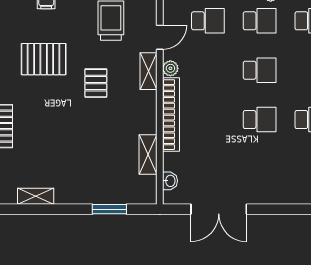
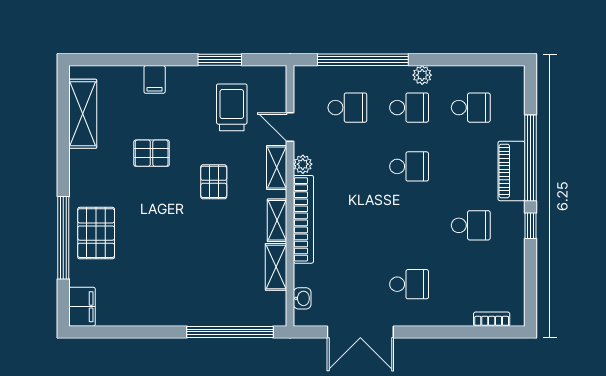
door: (160, 37) -> (290, 127), swing flipped
pallet: (44, 59) -> (152, 153), width x0.67, depth x0.71
school desk: (260, 120) -> (409, 284), moved
shelving: (36, 196) -> (277, 220), moved, turned 90
window: (109, 209) -> (230, 332), width x2.11

